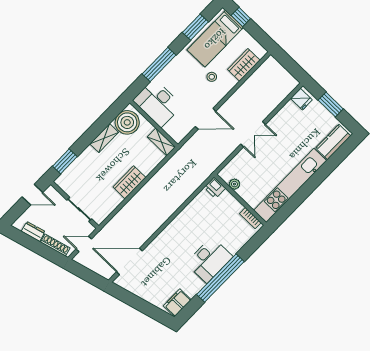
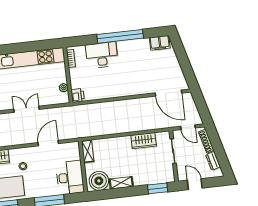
door: (206, 119) -> (48, 143), hinge flipped
wardrobe: (129, 182) -> (144, 141), moved
desk: (209, 260) -> (102, 55), moved

